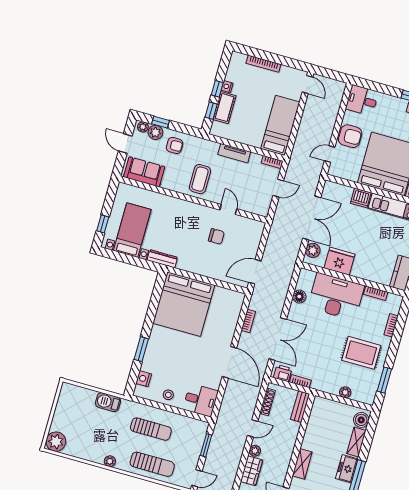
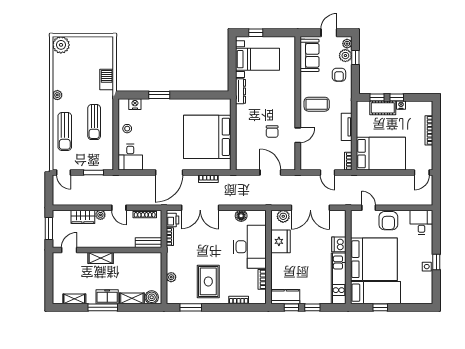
bed: (280, 125) -> (381, 154), width x1.50
door: (255, 272) -> (270, 172), moved
bed: (184, 304) -> (207, 137), moved

